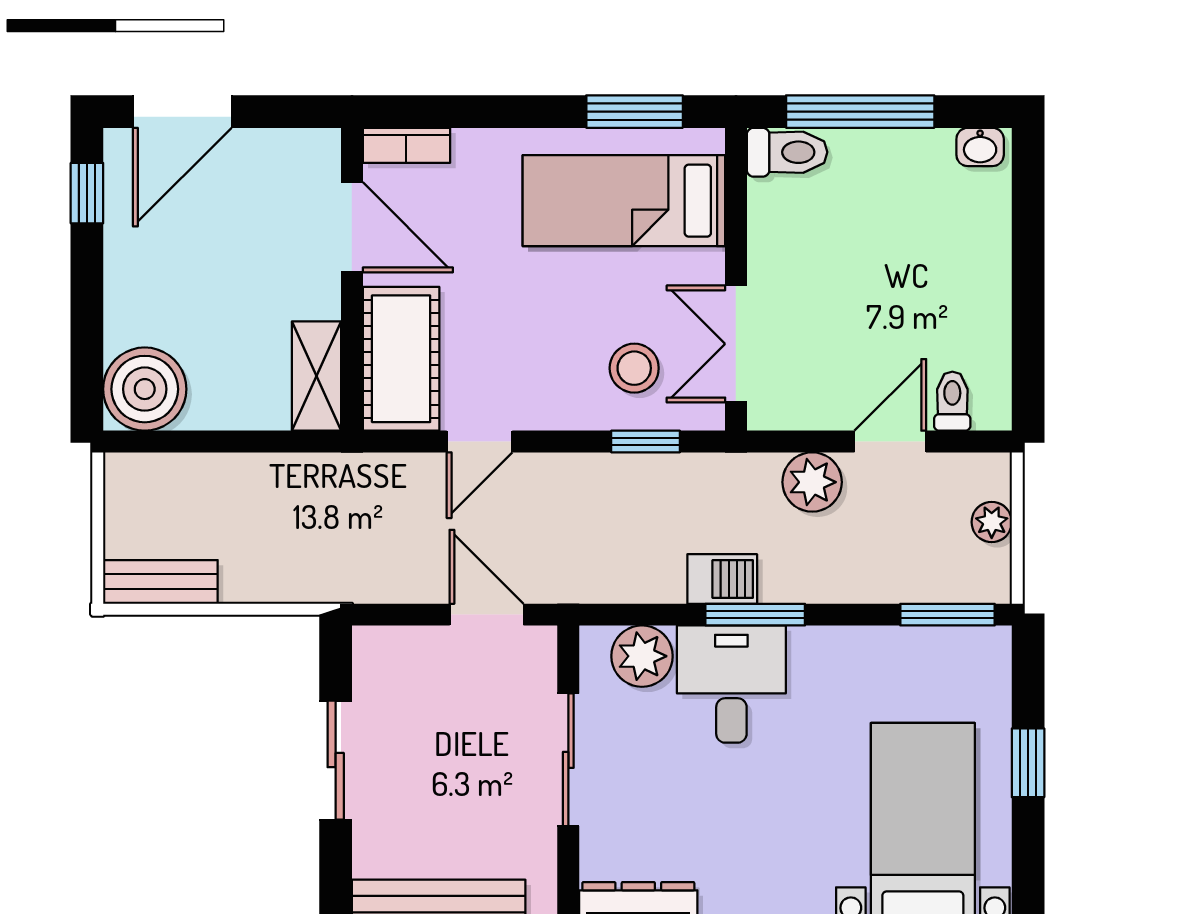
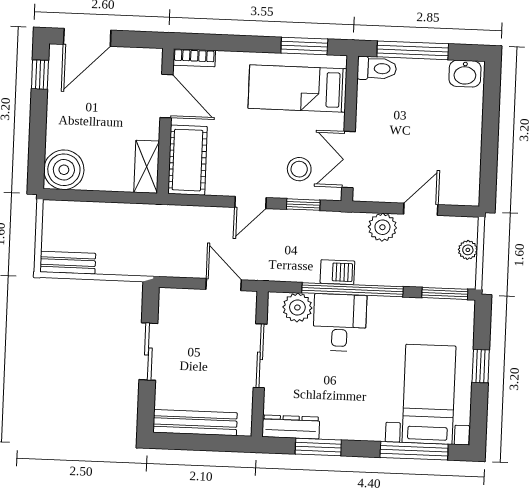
washbasin: (980, 147) -> (465, 74), width x1.38, depth x1.45
toilet: (952, 401) -> (451, 191), removed
door: (480, 442) -> (250, 202), moved
window: (755, 615) -> (353, 290), width x2.11

